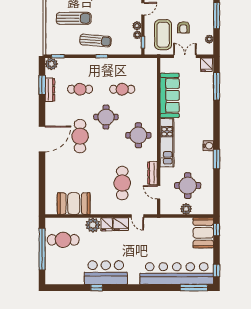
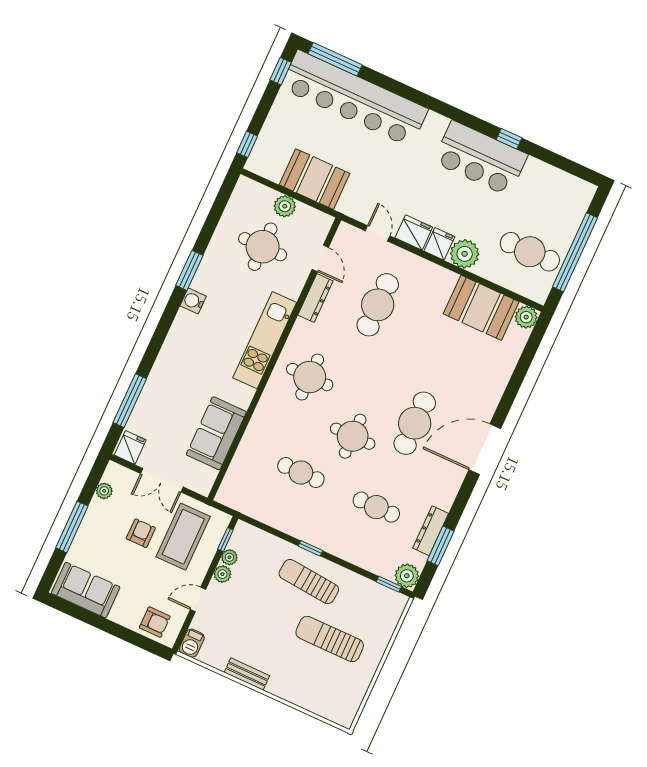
sofa: (170, 95) -> (216, 433), width x0.73
plant: (51, 209) -> (526, 317), added
booth: (203, 233) -> (314, 179), moved, turned 90

